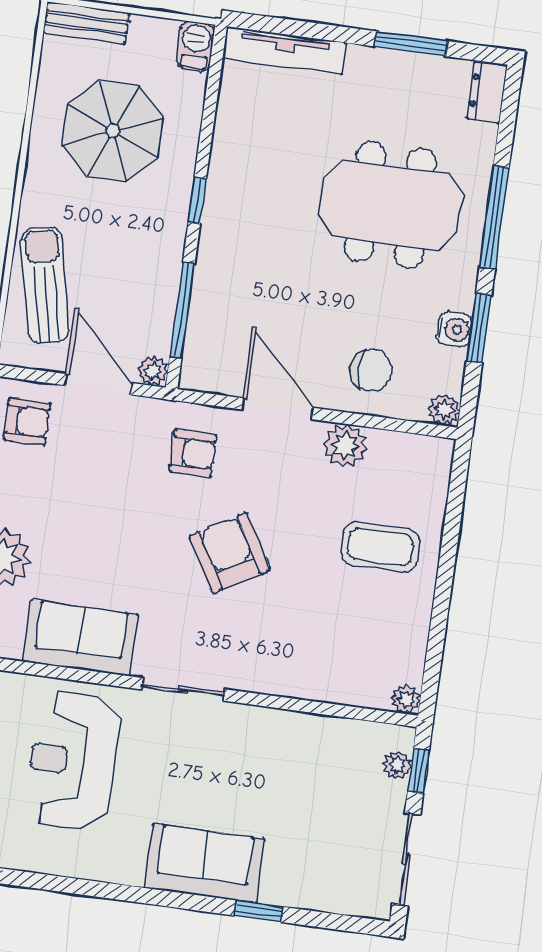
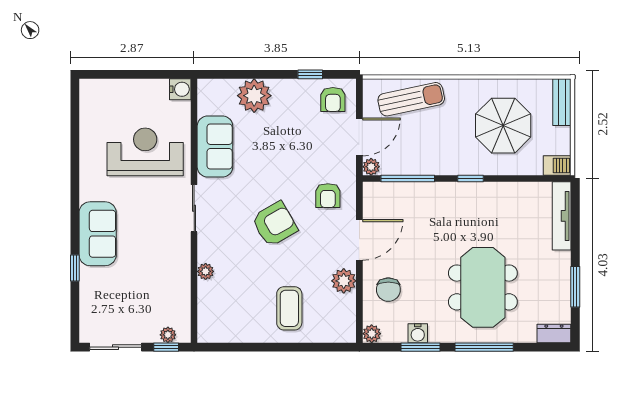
plant: (406, 699) -> (206, 271), moved

